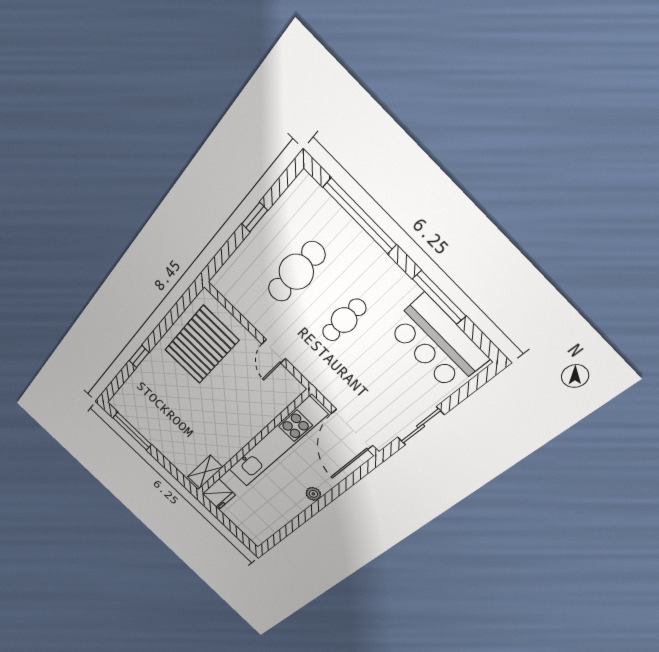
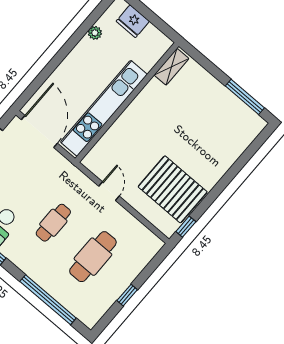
pallet: (201, 345) -> (173, 189), turned 90
window: (139, 357) -> (186, 227), moved
fridge: (219, 494) -> (133, 21), moved, turned -90
plant: (313, 494) -> (95, 33), moved

